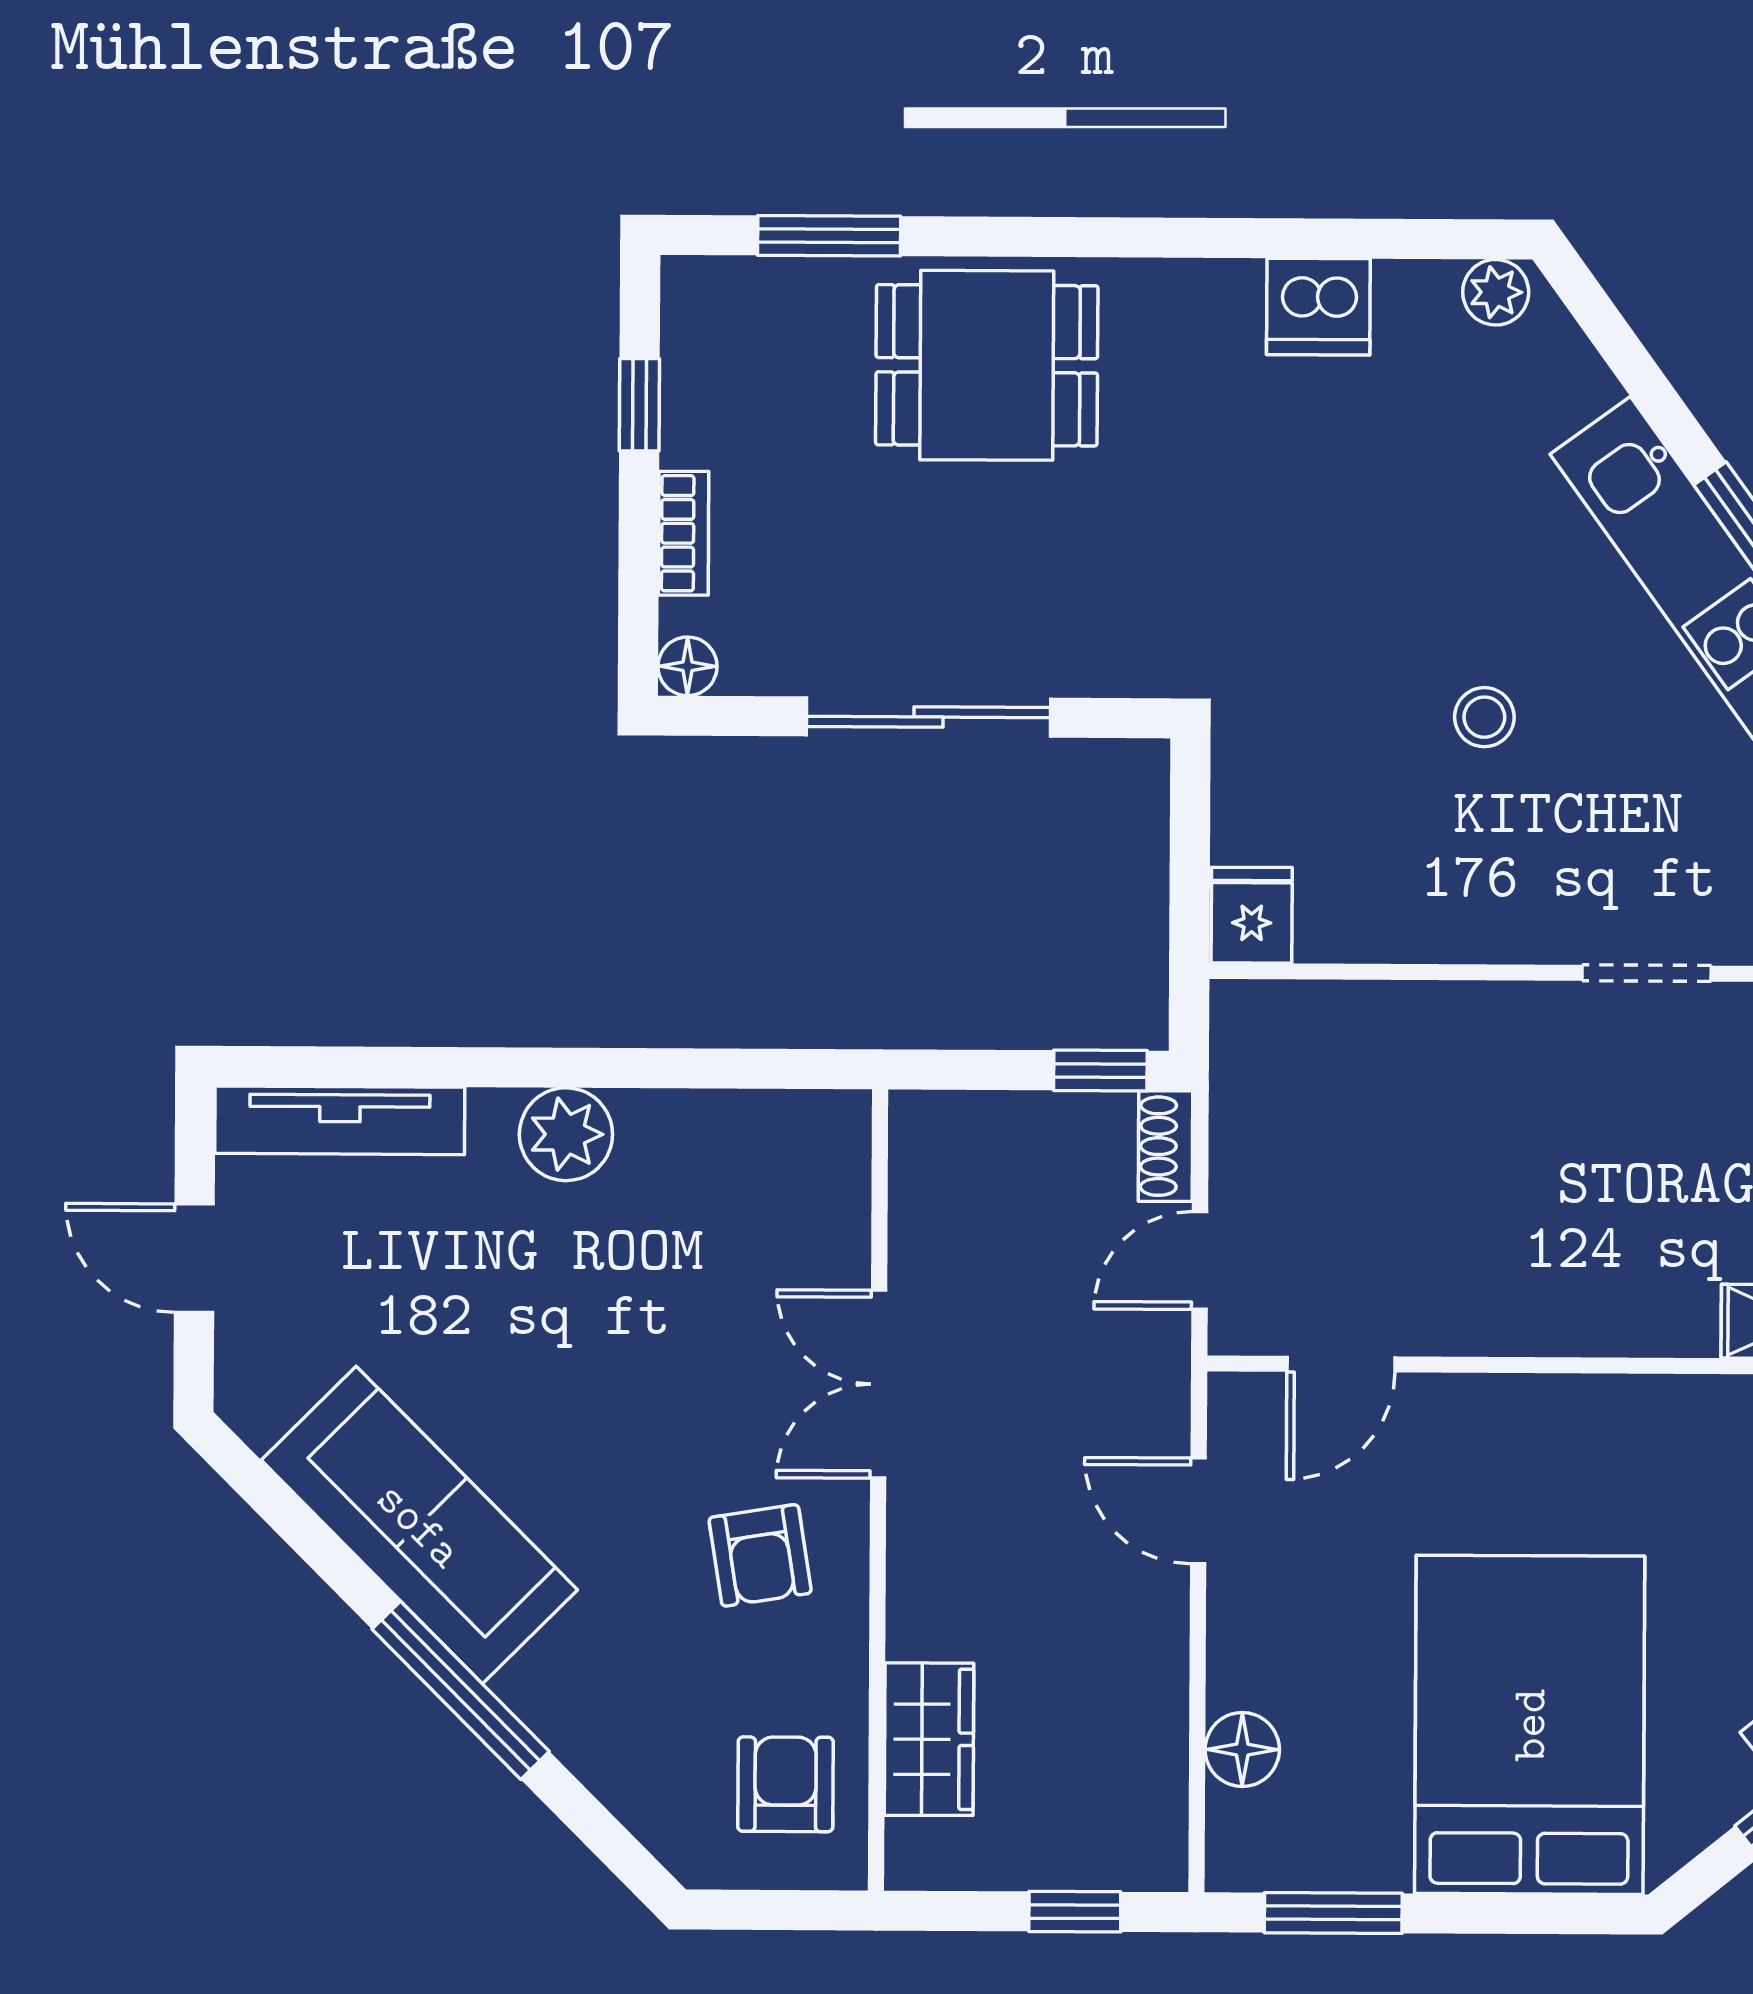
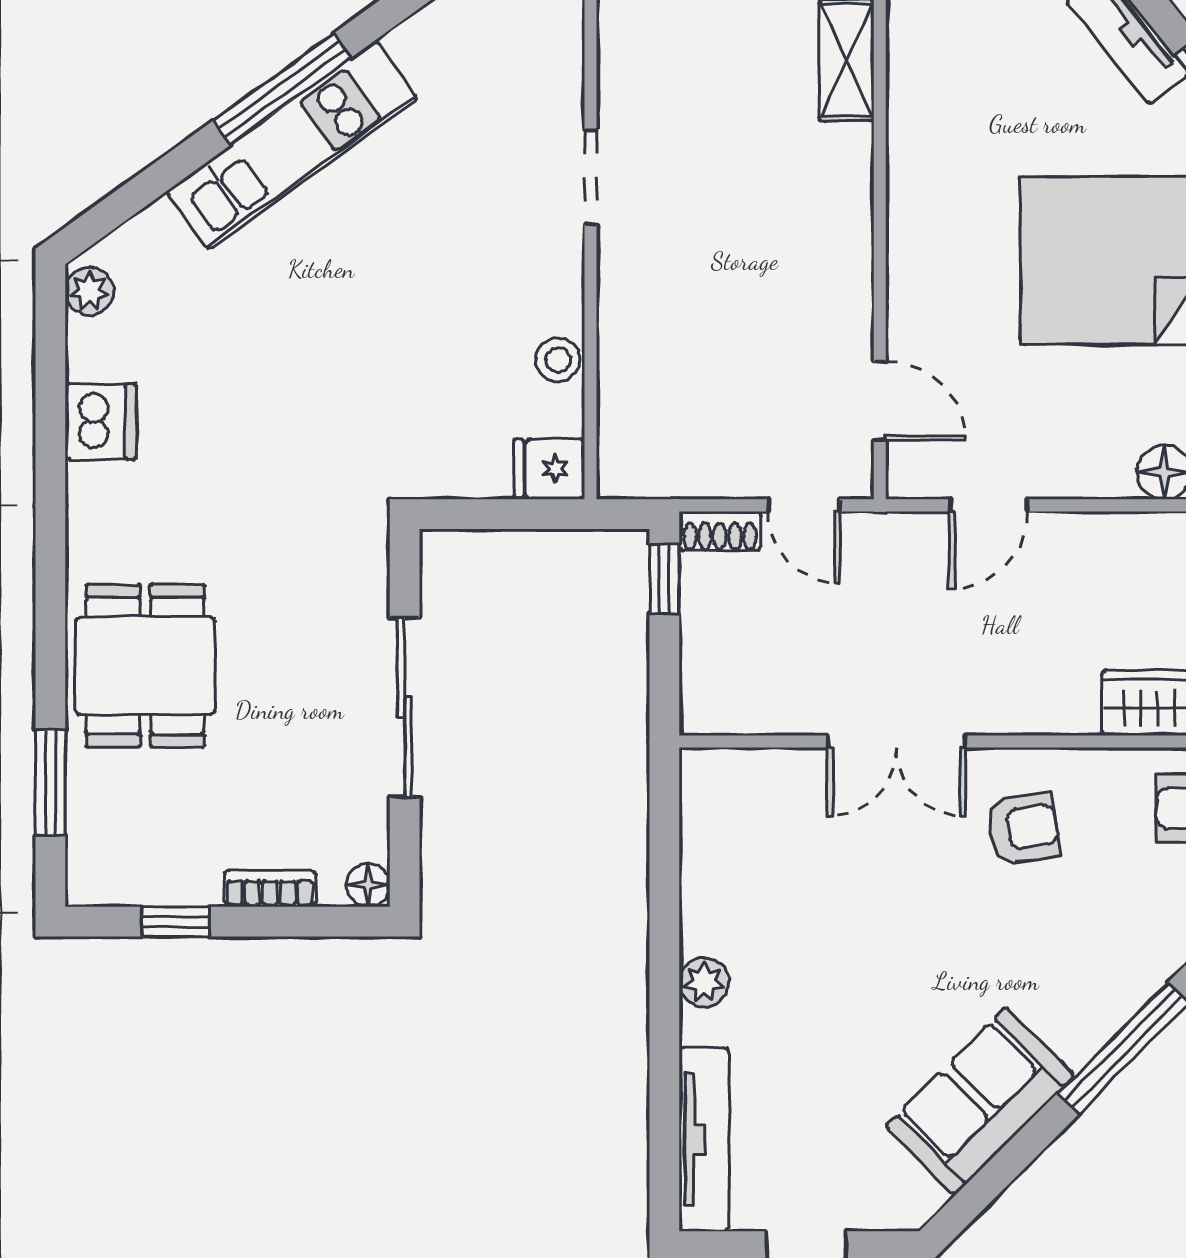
stool: (1484, 717) -> (558, 360), moved
plant: (566, 1134) -> (704, 982), width x0.73, depth x0.73
sofa: (419, 1525) -> (980, 1101), width x0.73

